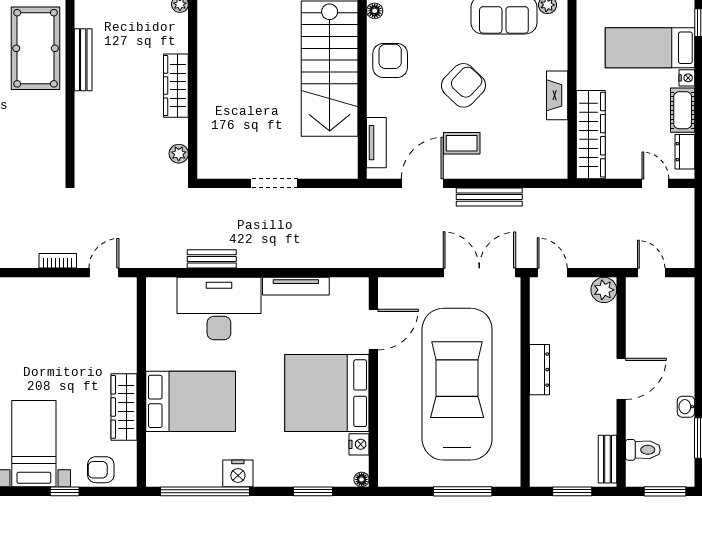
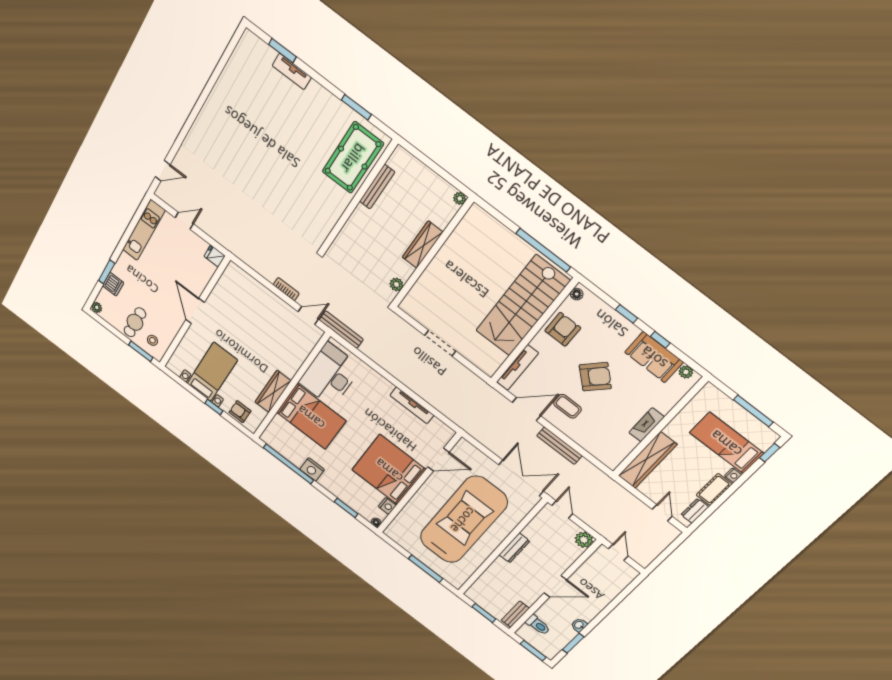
tv unit: (376, 143) -> (517, 368), width x1.41
bench: (212, 259) -> (341, 330), moved, width x1.36
desk: (219, 309) -> (330, 375), moved, turned -90

